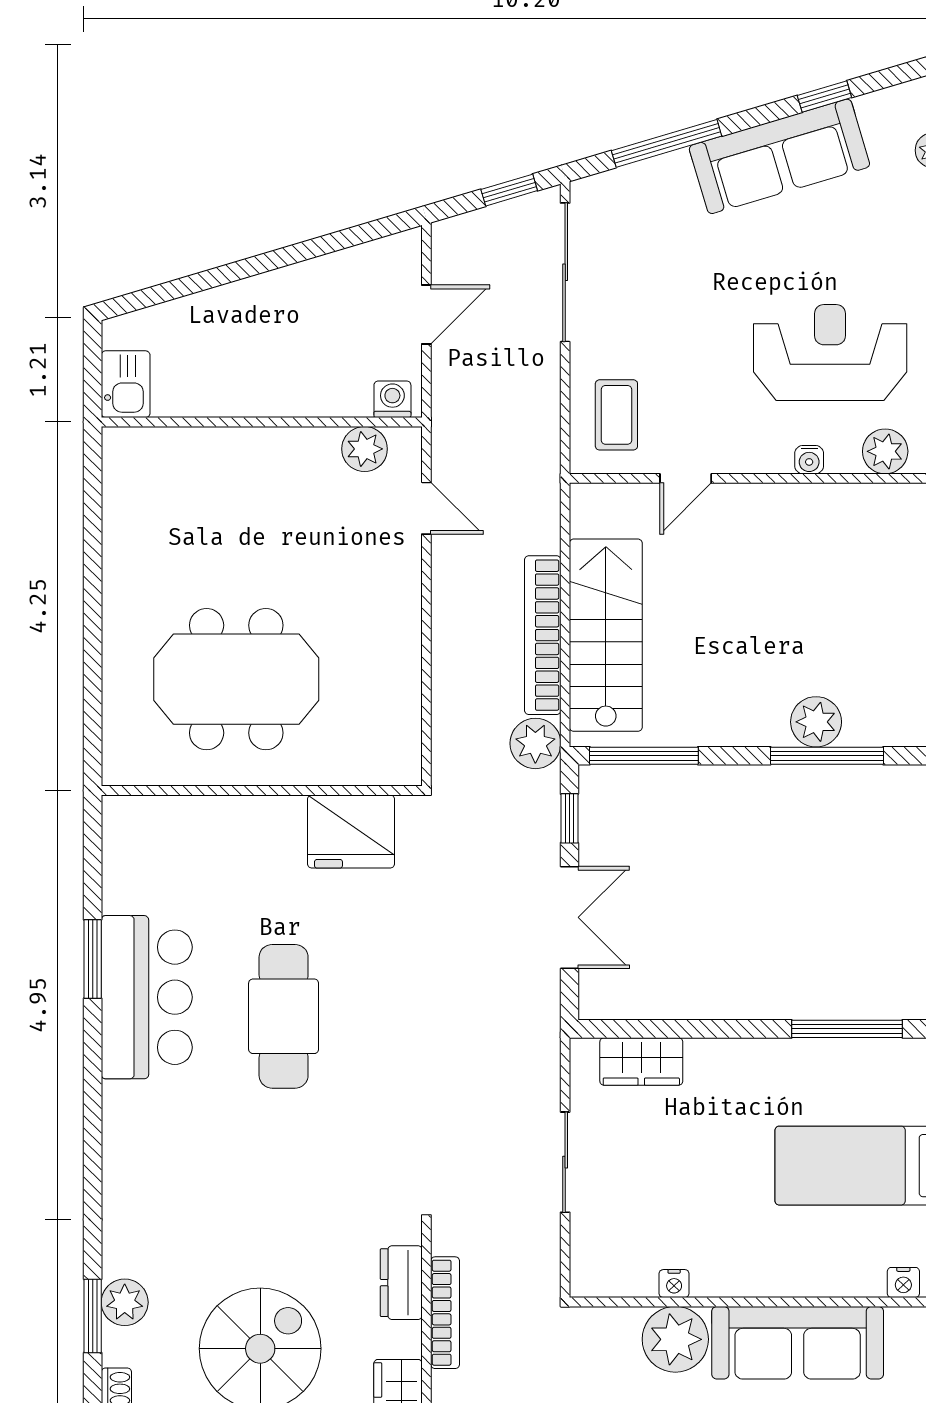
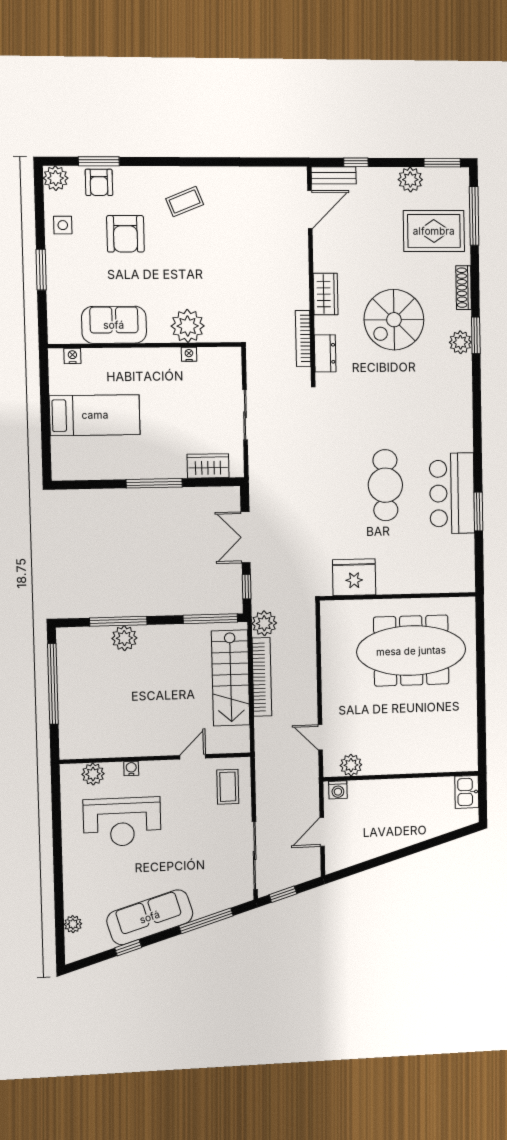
meeting table: (236, 679) -> (411, 651), width x1.36
window: (847, 1029) -> (154, 483), moved
sofa: (798, 1343) -> (114, 325), width x0.73

